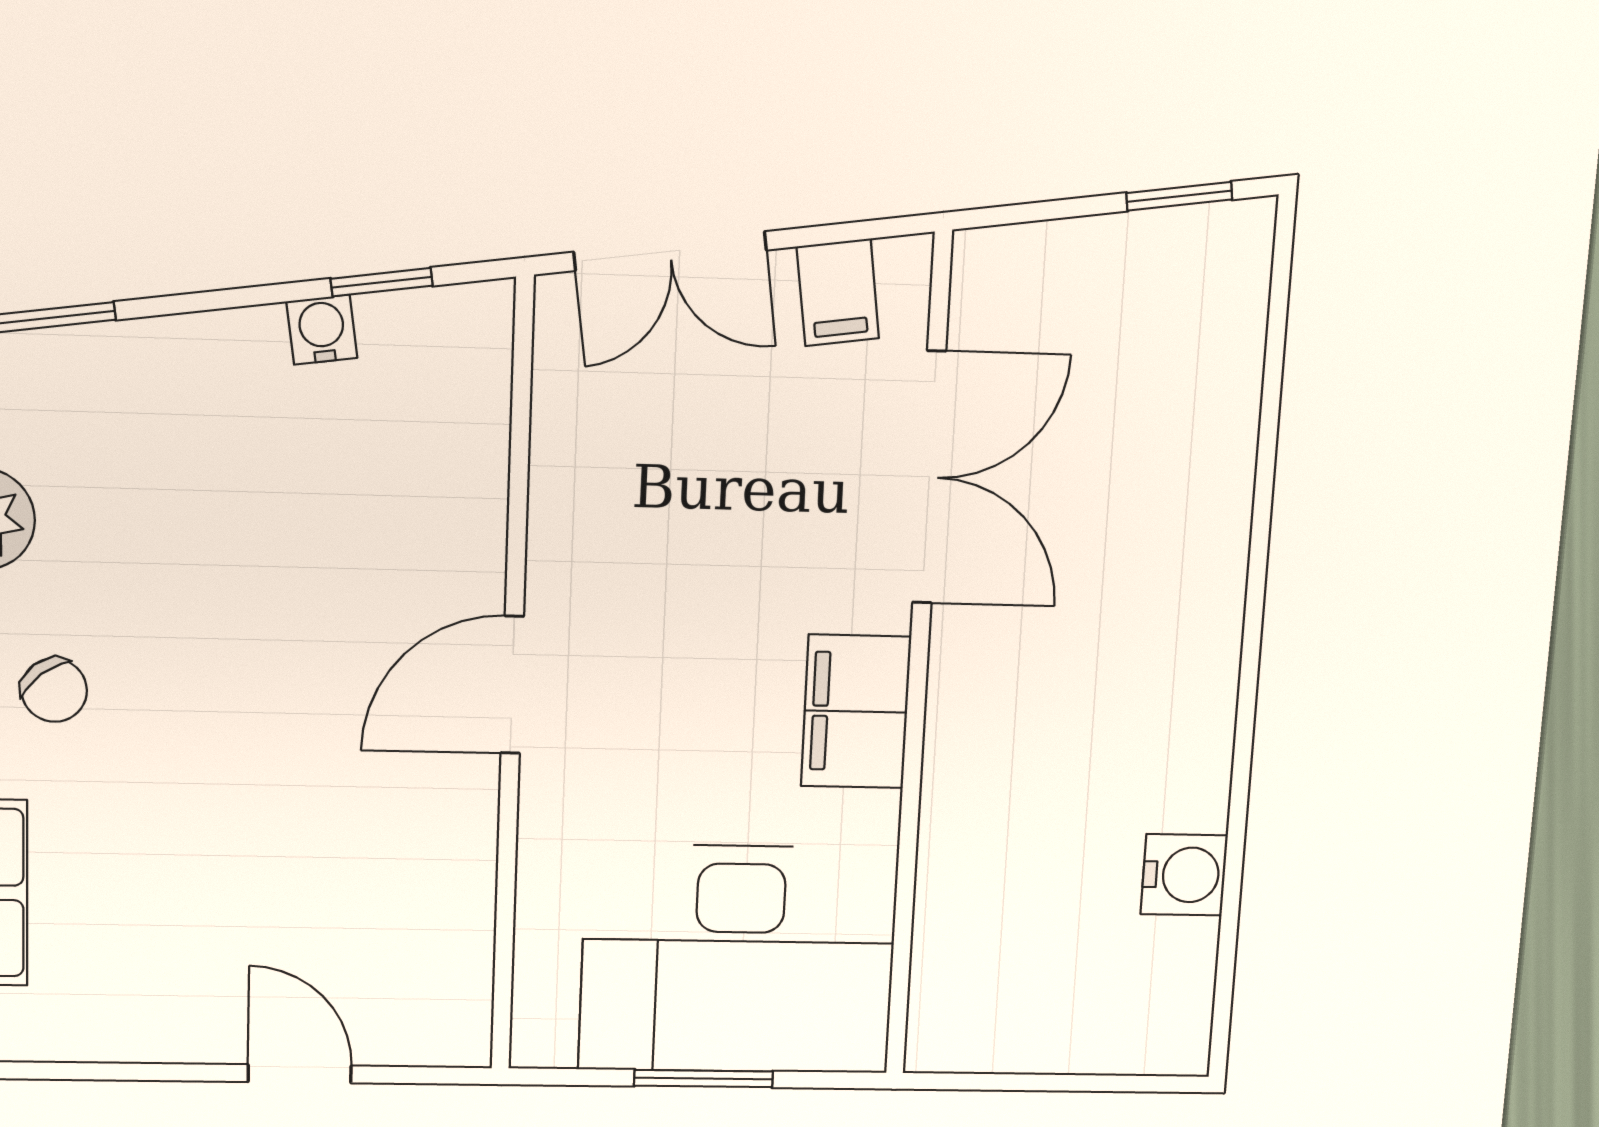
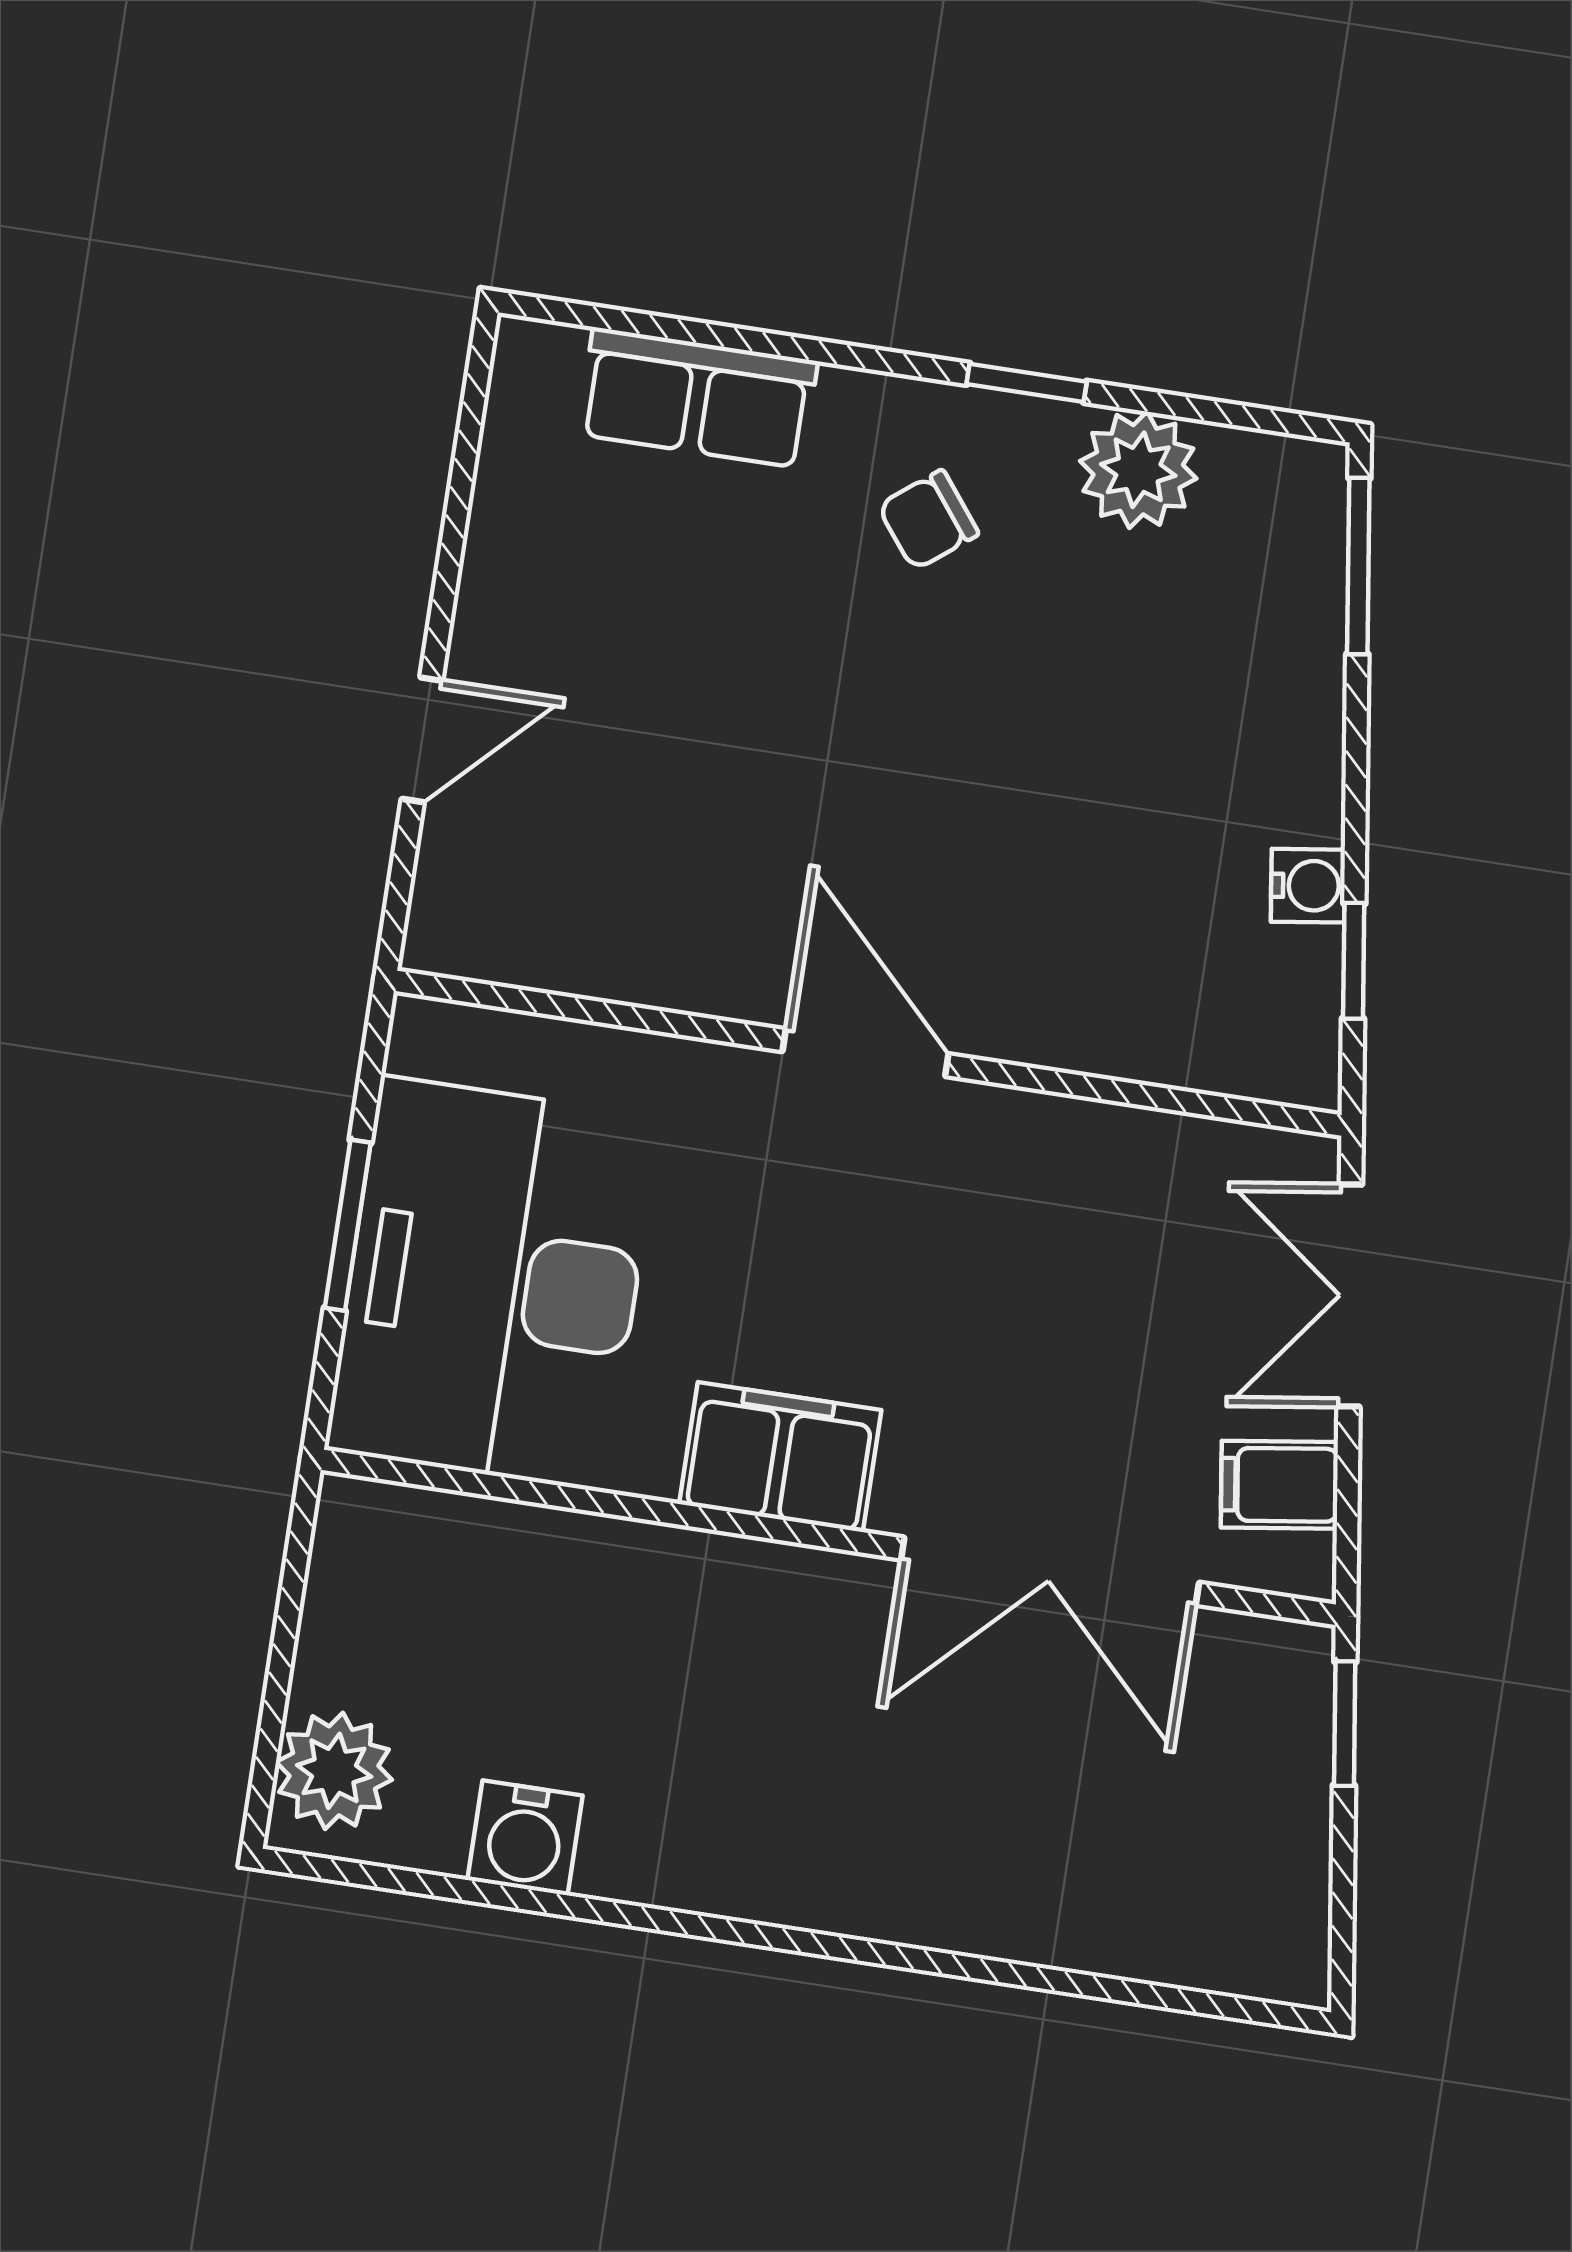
window: (1179, 196) -> (1345, 1724), moved
plant: (1142, 1030) -> (334, 1771), added

